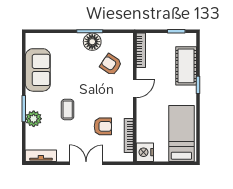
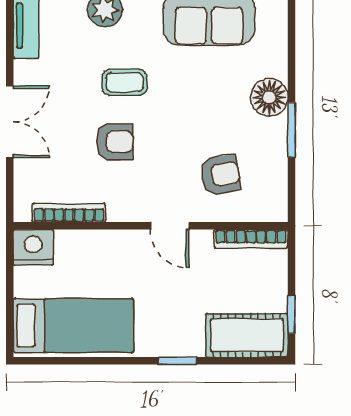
floor lamp: (92, 42) -> (269, 97), moved
armchair: (111, 65) -> (220, 175), turned 46
cot: (186, 66) -> (247, 335), moved
armchair: (103, 126) -> (115, 142), moved, turned -90

